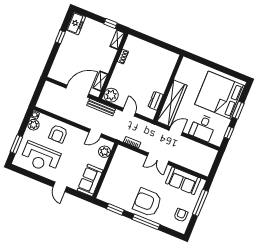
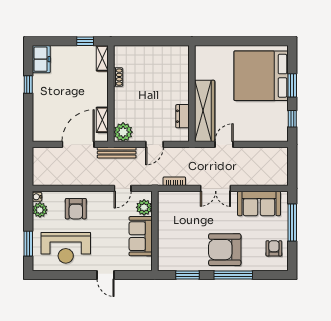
door: (129, 112) -> (154, 144), swing flipped
desk: (203, 128) -> (256, 126), removed
sofa: (90, 180) -> (141, 236), moved

